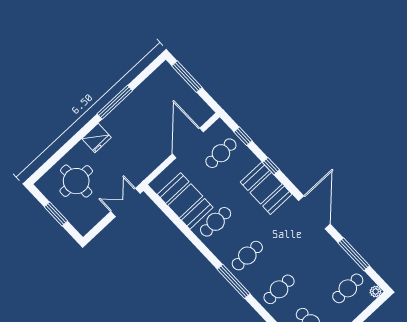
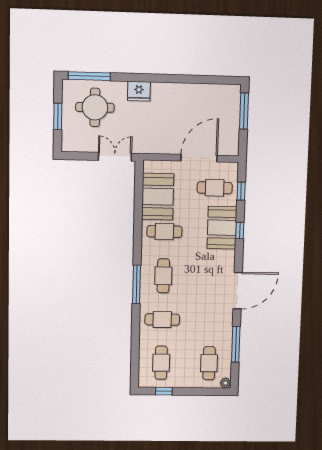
window: (115, 102) -> (89, 76), moved
booth: (266, 188) -> (222, 228), moved
cafe table: (247, 256) -> (163, 276), turned 90
cafe table: (348, 288) -> (209, 363), turned 90

